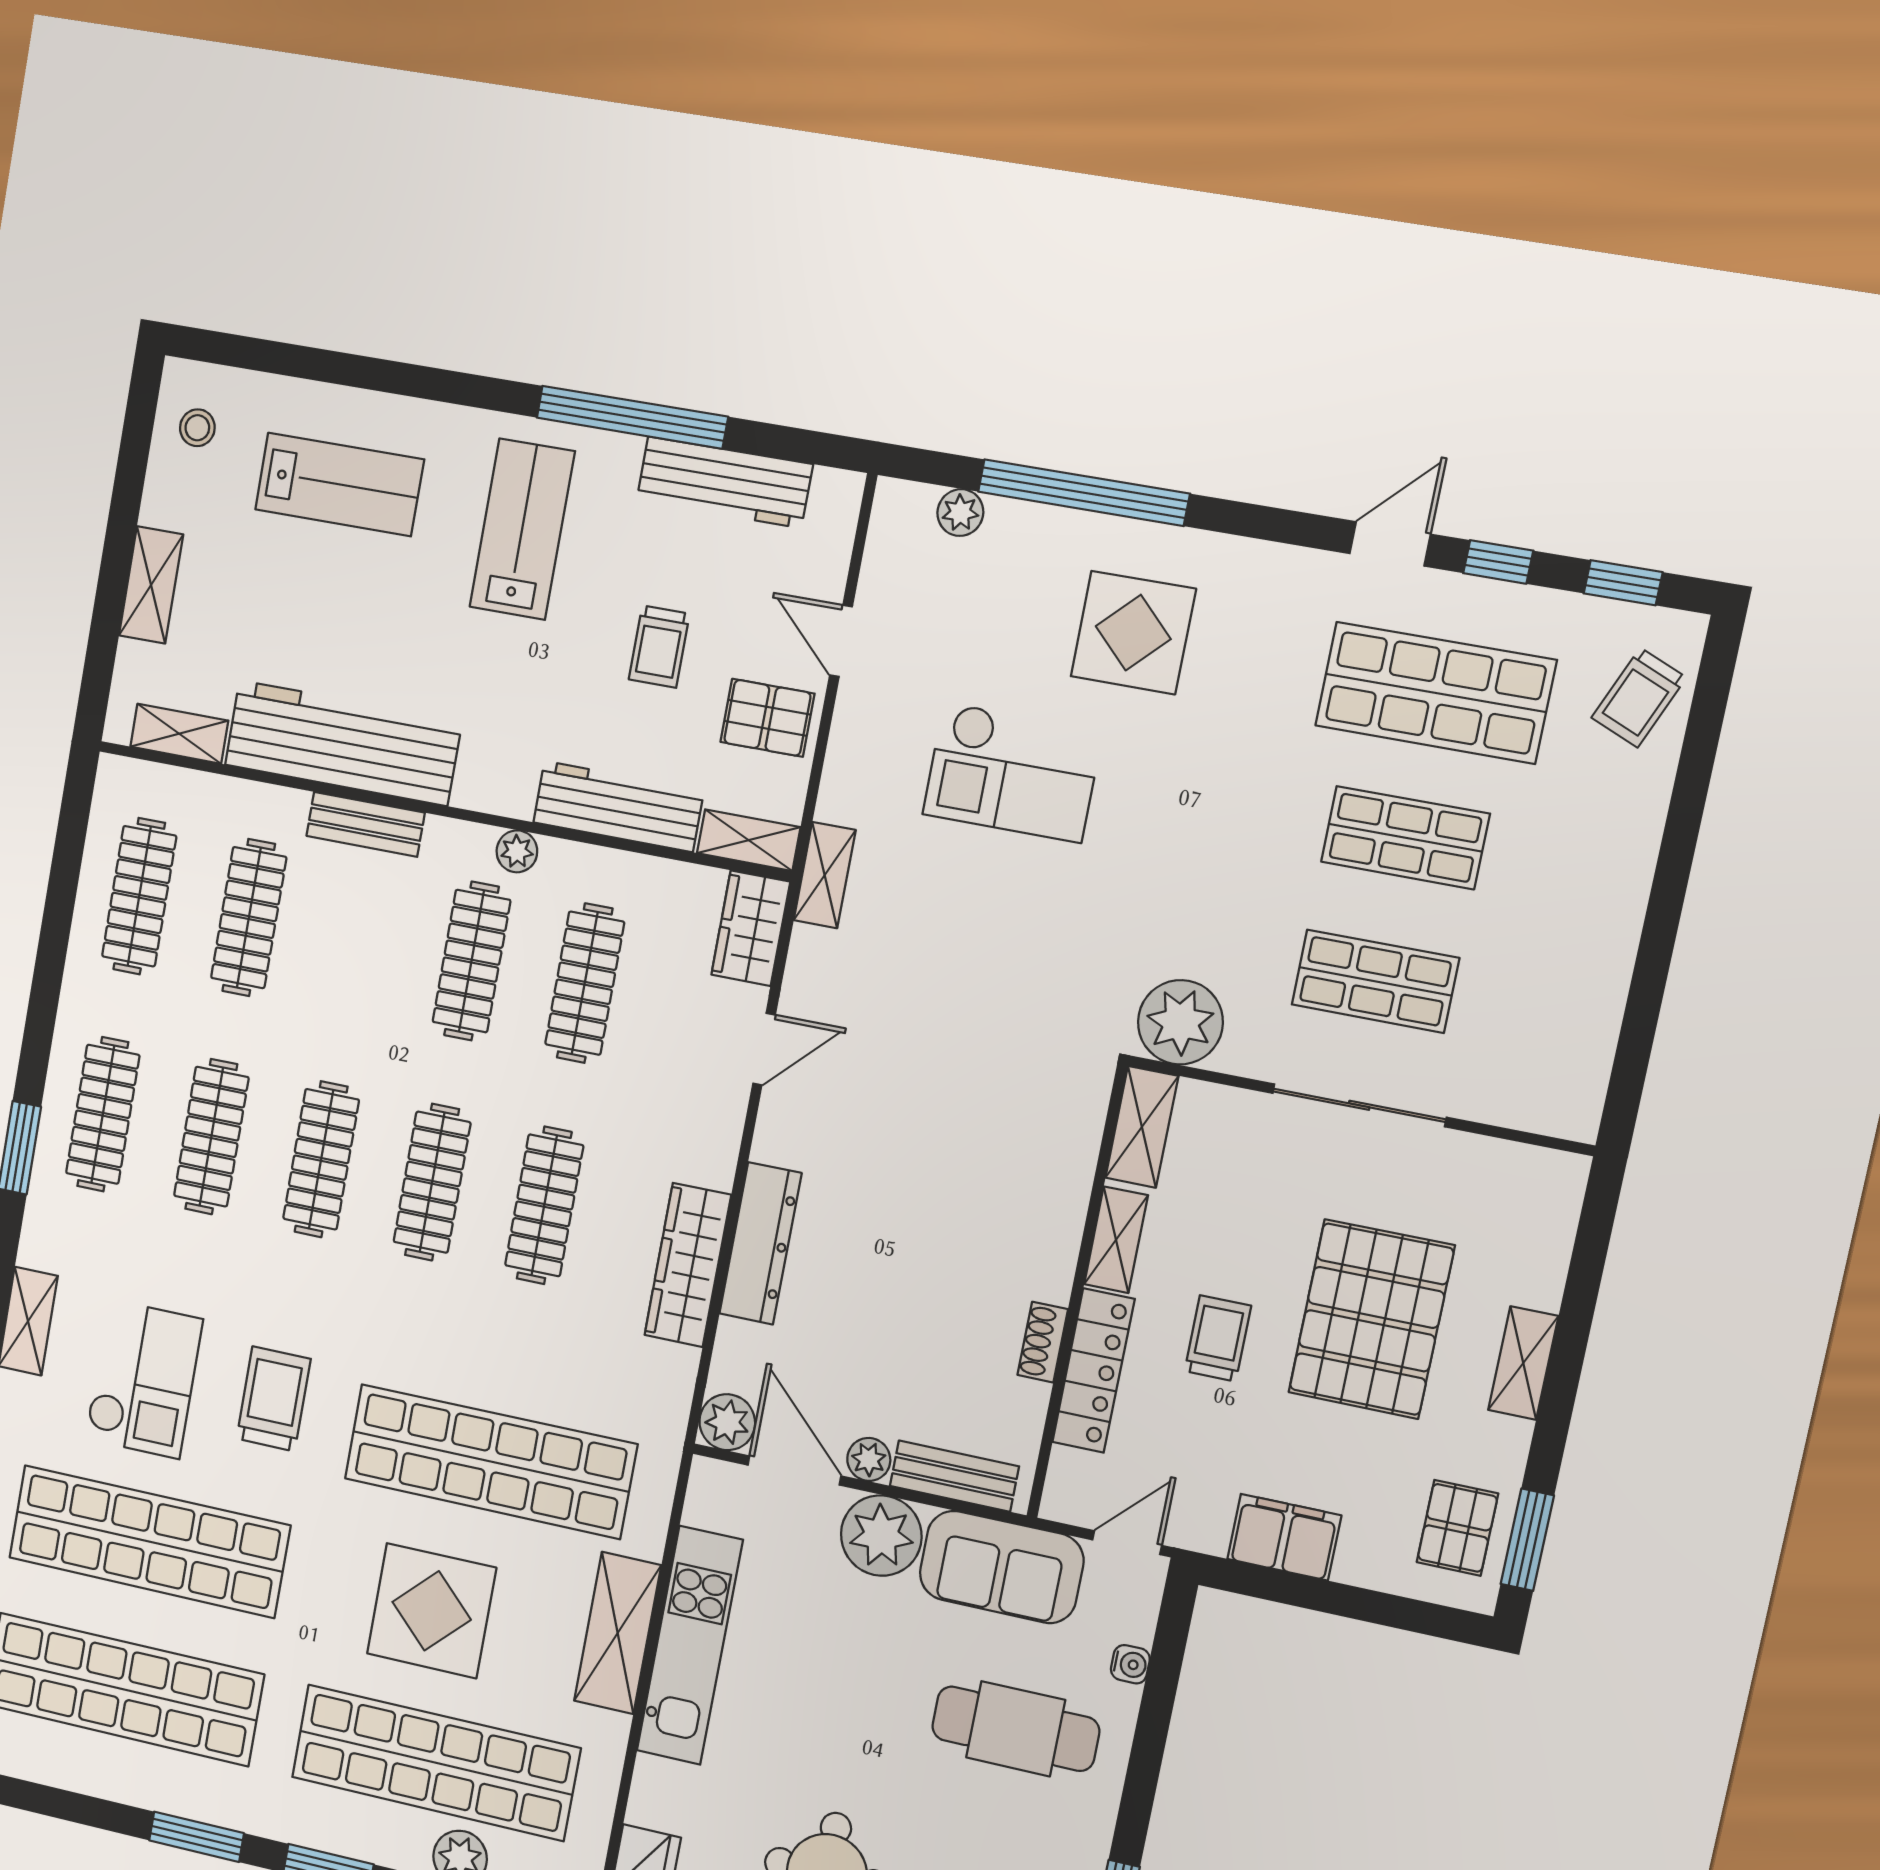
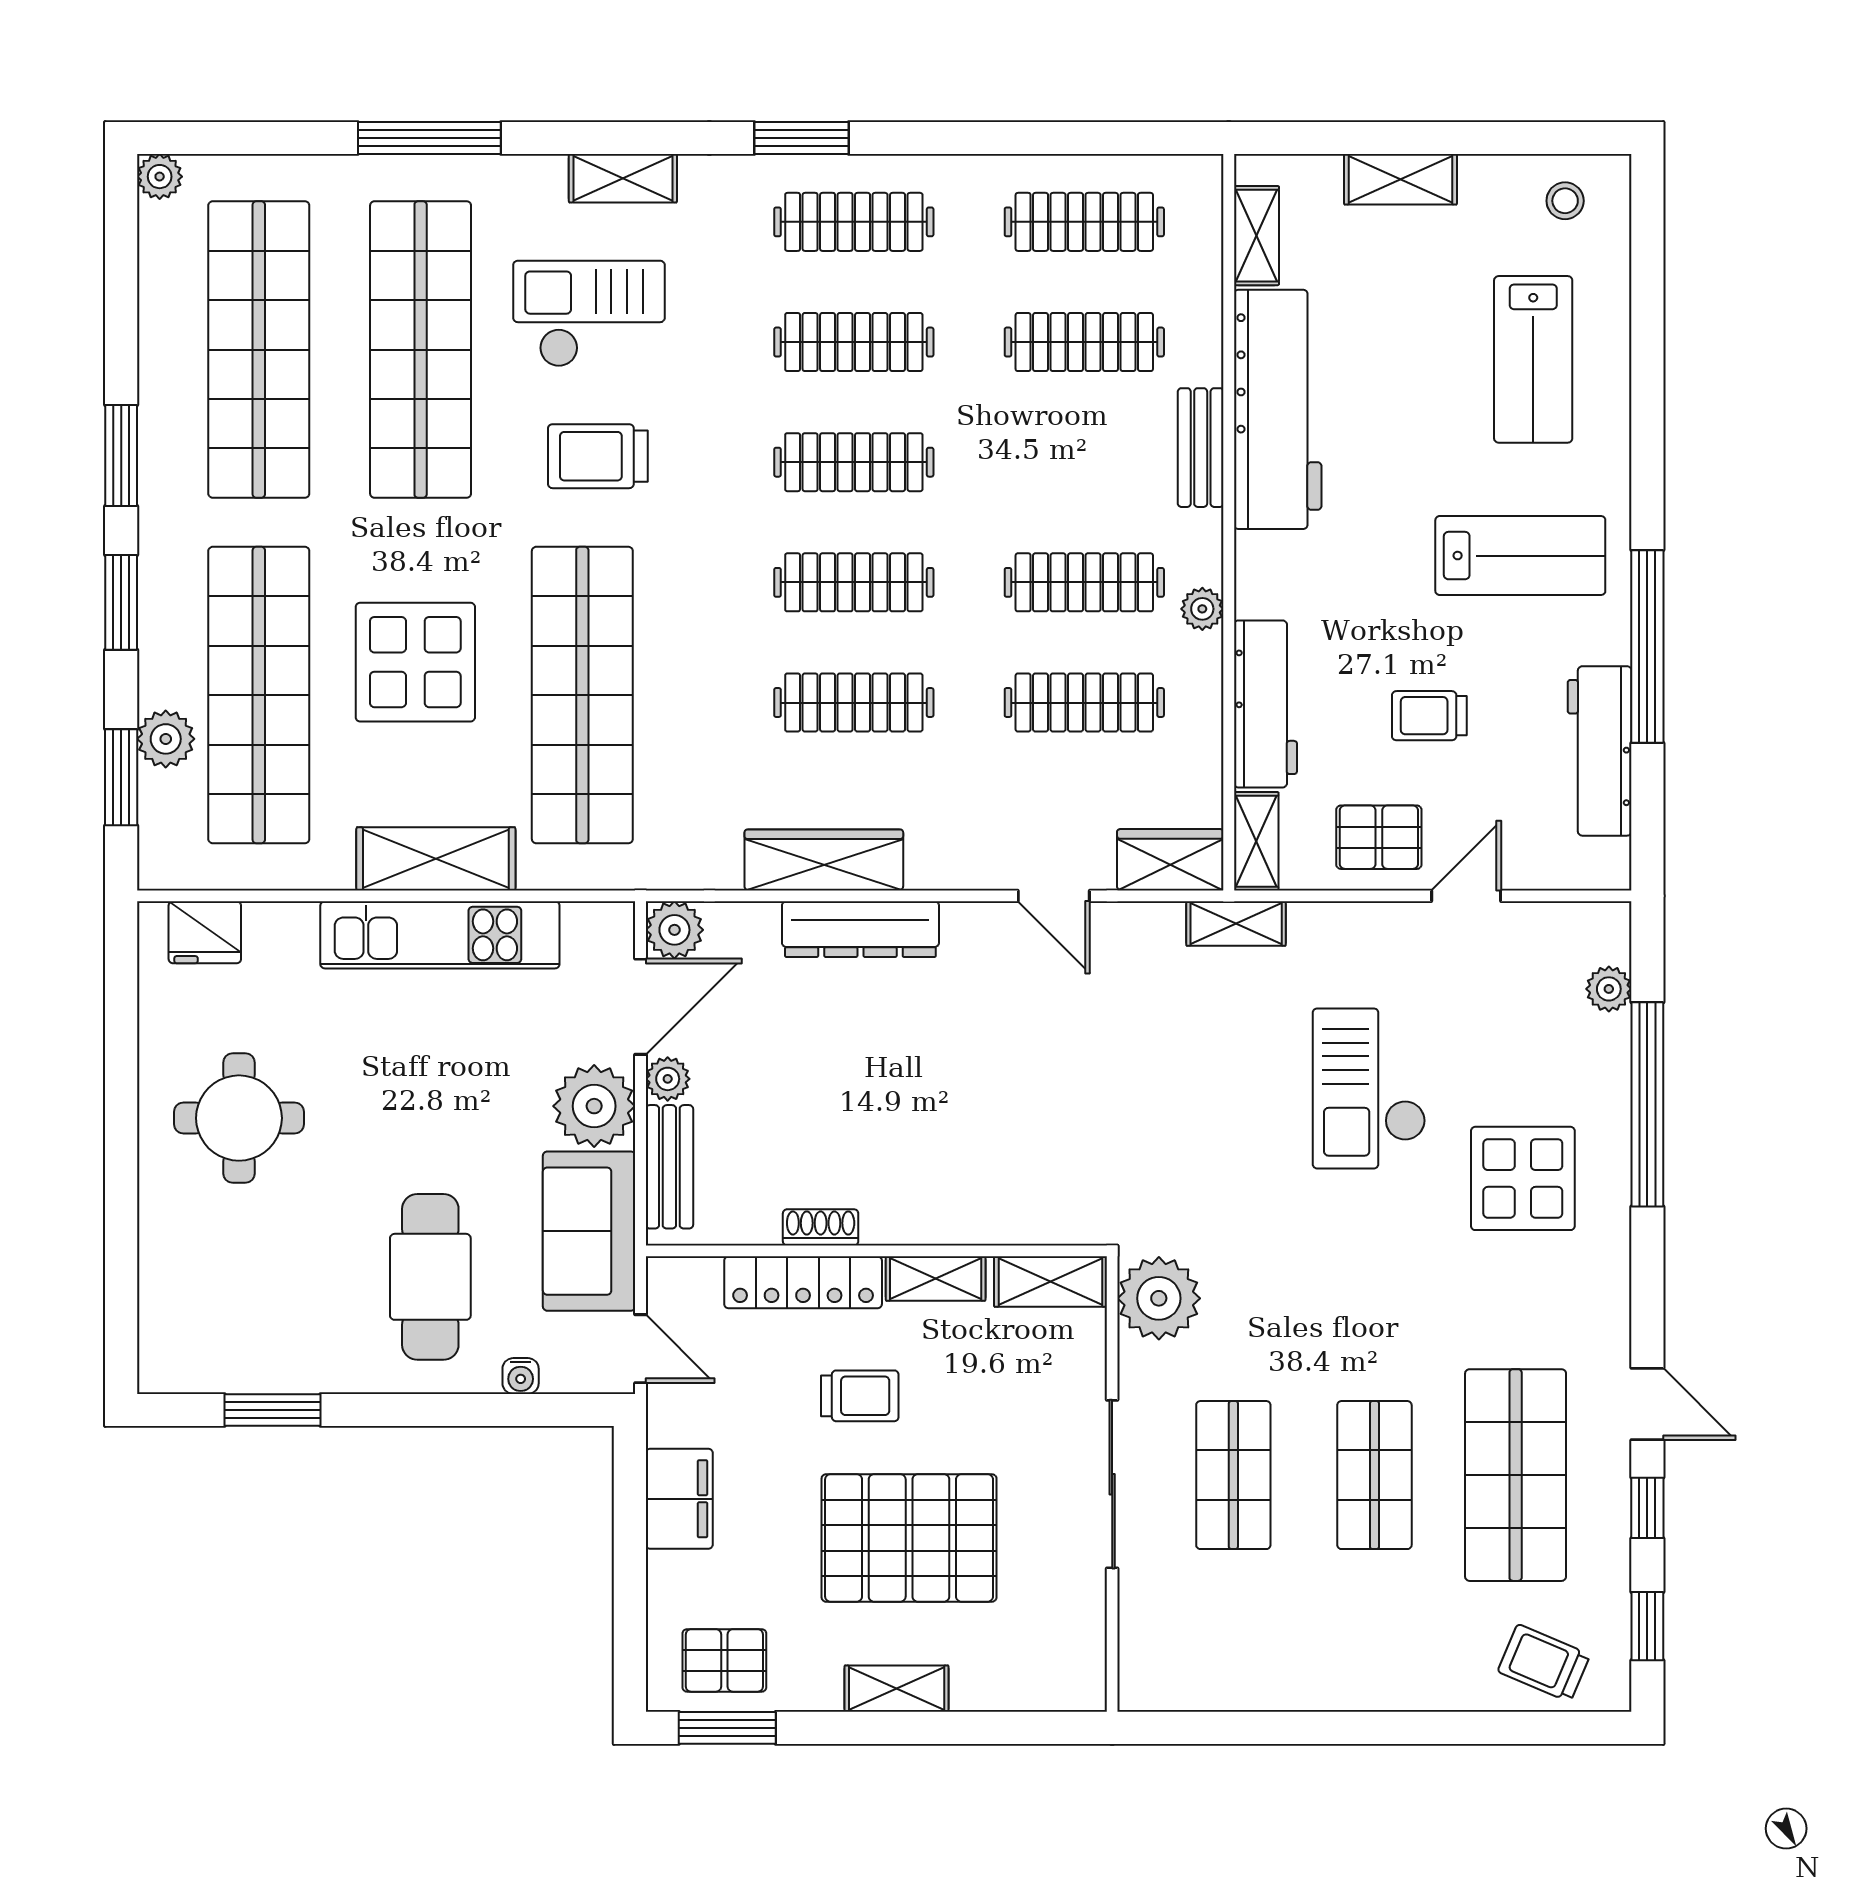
pallet: (767, 718) -> (1379, 837), turned 90
checkout: (144, 1379) -> (589, 314), turned 180
trolley: (274, 1399) -> (598, 456), turned 180

